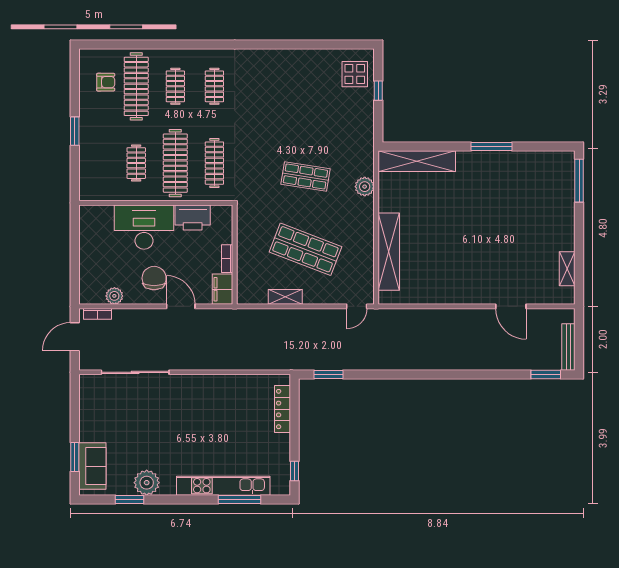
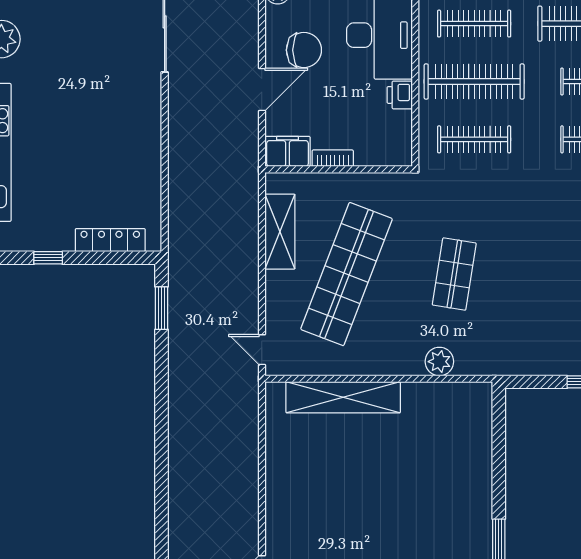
shelving: (417, 161) -> (477, 439), removed
clothes rail: (136, 163) -> (474, 24), width x1.36
printer: (193, 217) -> (400, 95), width x0.53, depth x0.68
shop shelf: (305, 249) -> (347, 274), width x1.40
shelving: (285, 297) -> (280, 232), width x1.50, depth x1.33
window: (294, 471) -> (48, 258), moved

